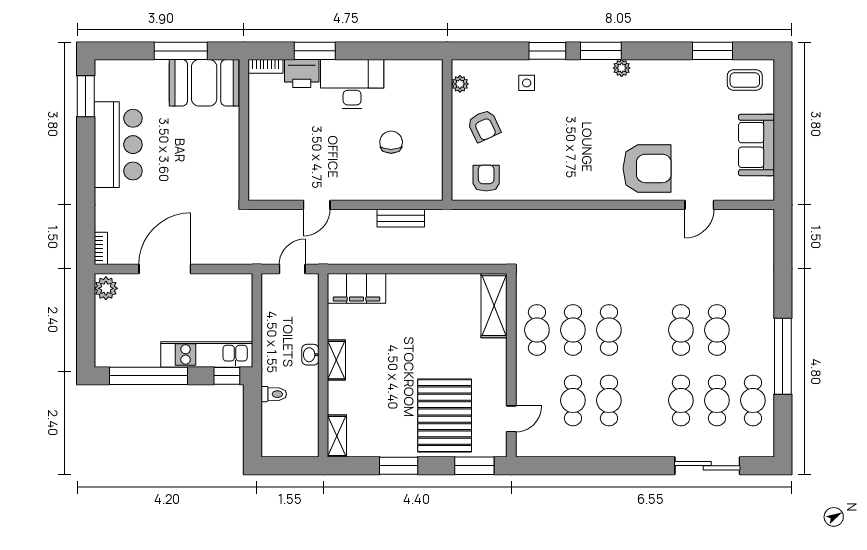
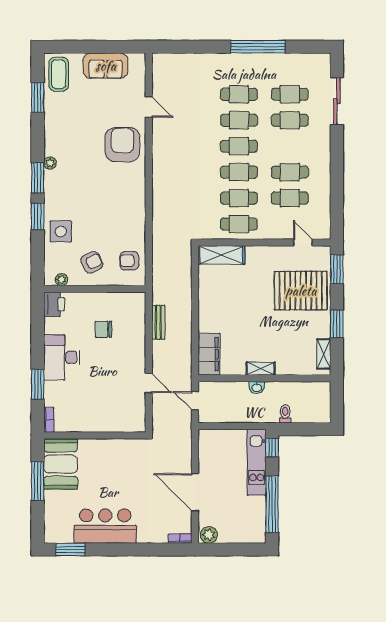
printer: (302, 74) -> (54, 304), moved
coffee table: (745, 80) -> (59, 74), width x1.36, depth x1.30
side table: (527, 83) -> (61, 231), width x1.87, depth x1.87
cafe table: (753, 400) -> (239, 146), moved
shelving: (337, 436) -> (324, 354), moved, turned 90

